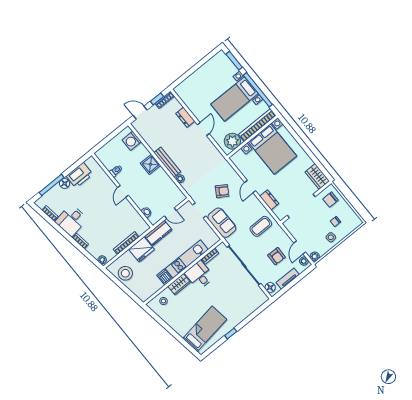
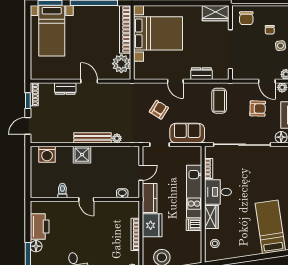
bed with nightstands: (234, 99) -> (52, 31), moved

